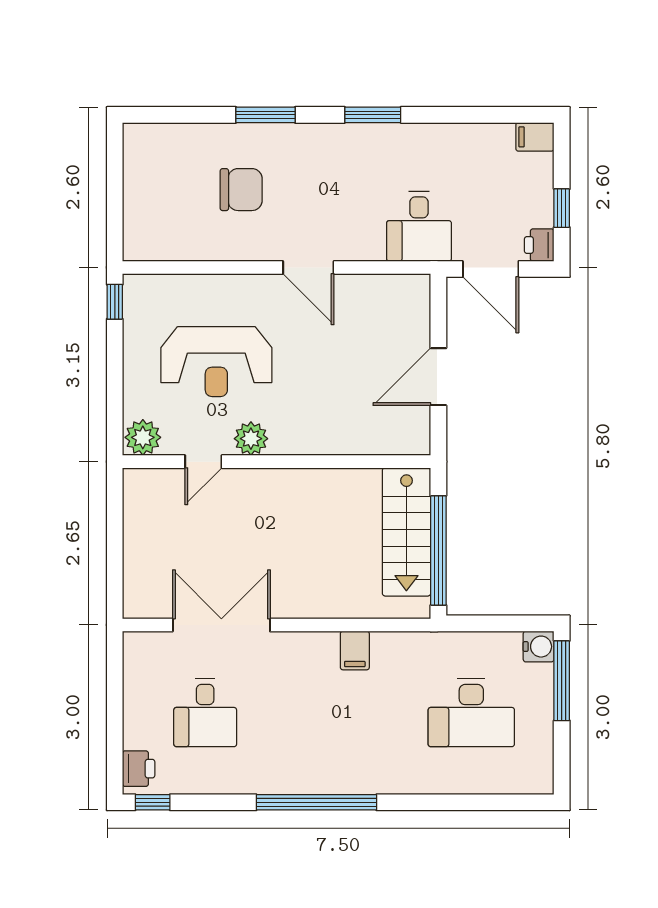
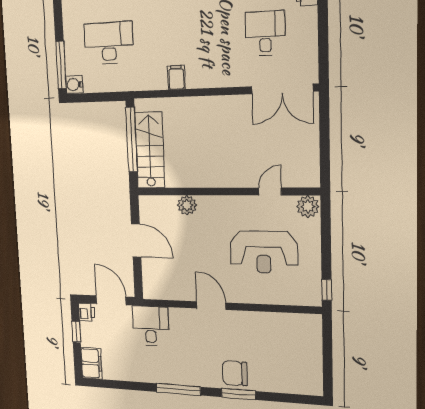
window: (373, 115) -> (178, 389), width x1.44
filing cabinet: (535, 137) -> (92, 363), width x2.00
chair: (241, 190) -> (235, 373), moved
reception desk: (216, 362) -> (264, 252), turned 180
door: (438, 377) -> (136, 241), hinge flipped
plant: (251, 439) -> (187, 205), moved
double door: (221, 625) -> (282, 89), moved

